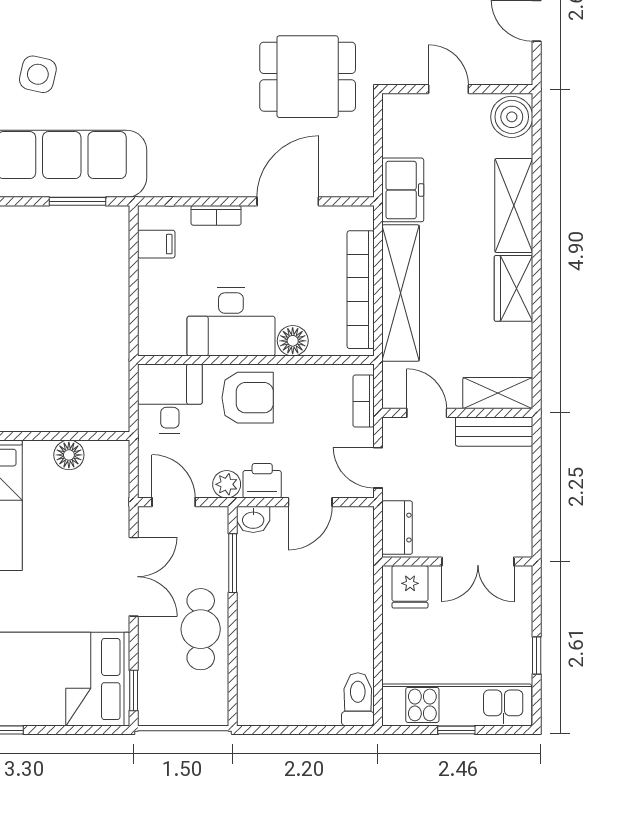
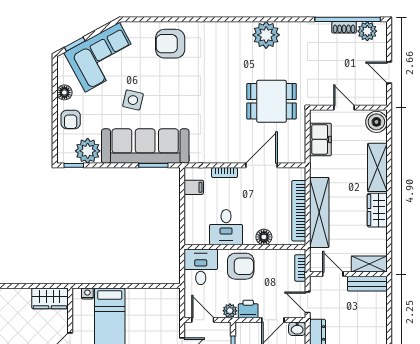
freezer: (403, 190) -> (320, 139), moved
desk: (231, 322) -> (226, 227), width x0.73
floor lamp: (69, 455) -> (149, 296), removed
washbasin: (253, 519) -> (297, 329), moved

